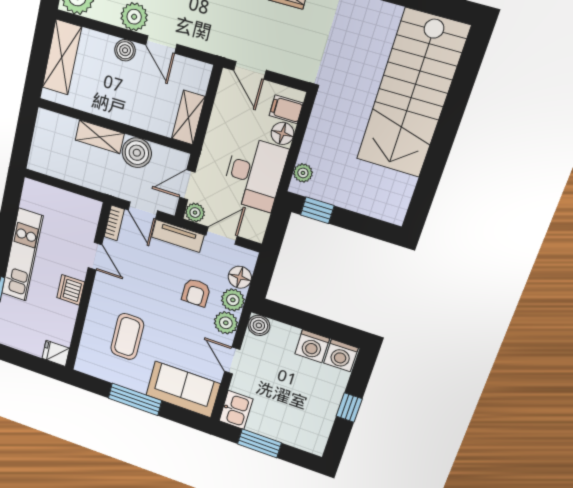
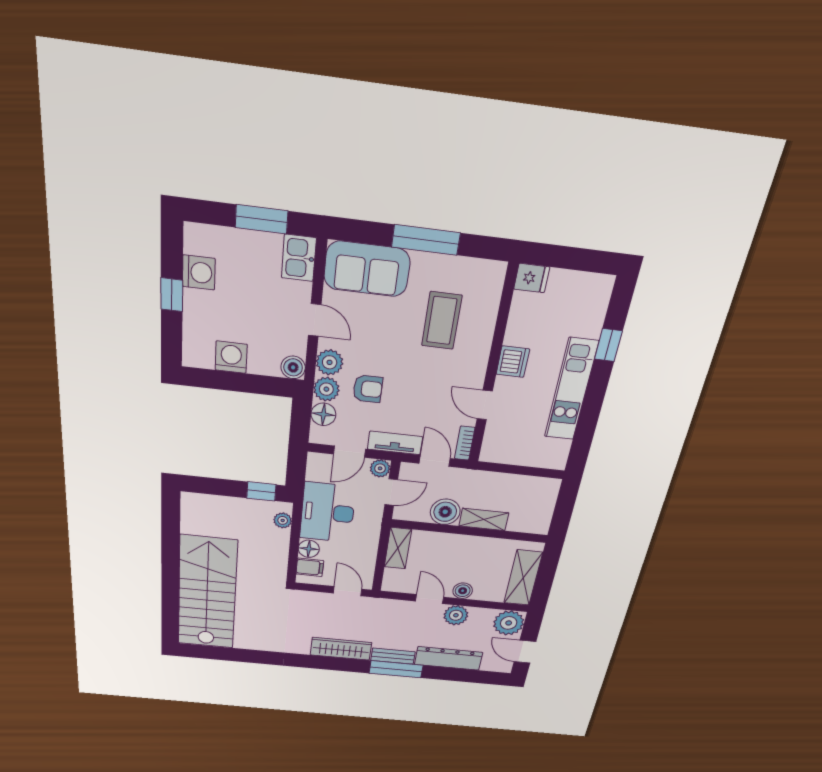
armchair: (196, 292) -> (368, 389), turned 90
washing machine: (341, 356) -> (199, 272), moved, turned 90

